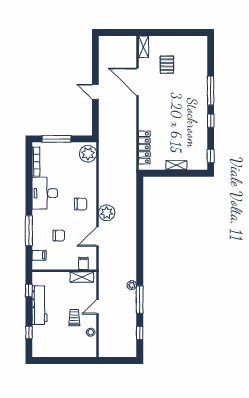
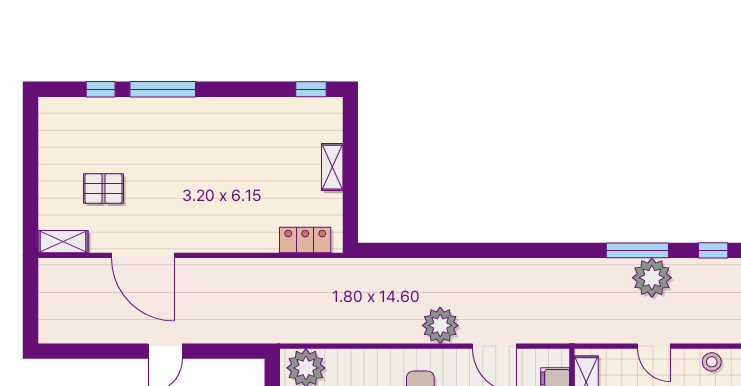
door: (137, 82) -> (143, 255), hinge flipped
window: (211, 121) -> (101, 89), moved
locker: (144, 147) -> (305, 240), width x0.66
plant: (132, 285) -> (652, 278), moved, width x1.88, depth x1.88

